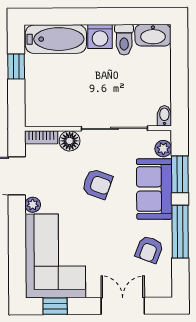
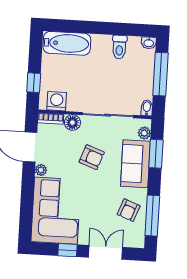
washbasin: (153, 35) -> (149, 43), width x0.52, depth x0.69
washing machine: (100, 37) -> (57, 101), moved, turned 180
window: (16, 66) -> (34, 83), moved
window: (179, 71) -> (160, 74), added
window: (180, 232) -> (152, 216), moved
window: (55, 306) -> (67, 250), moved

